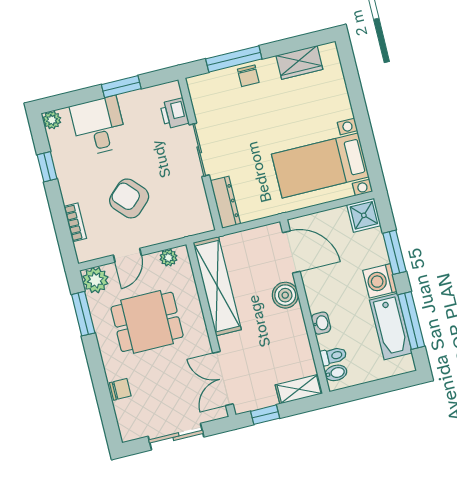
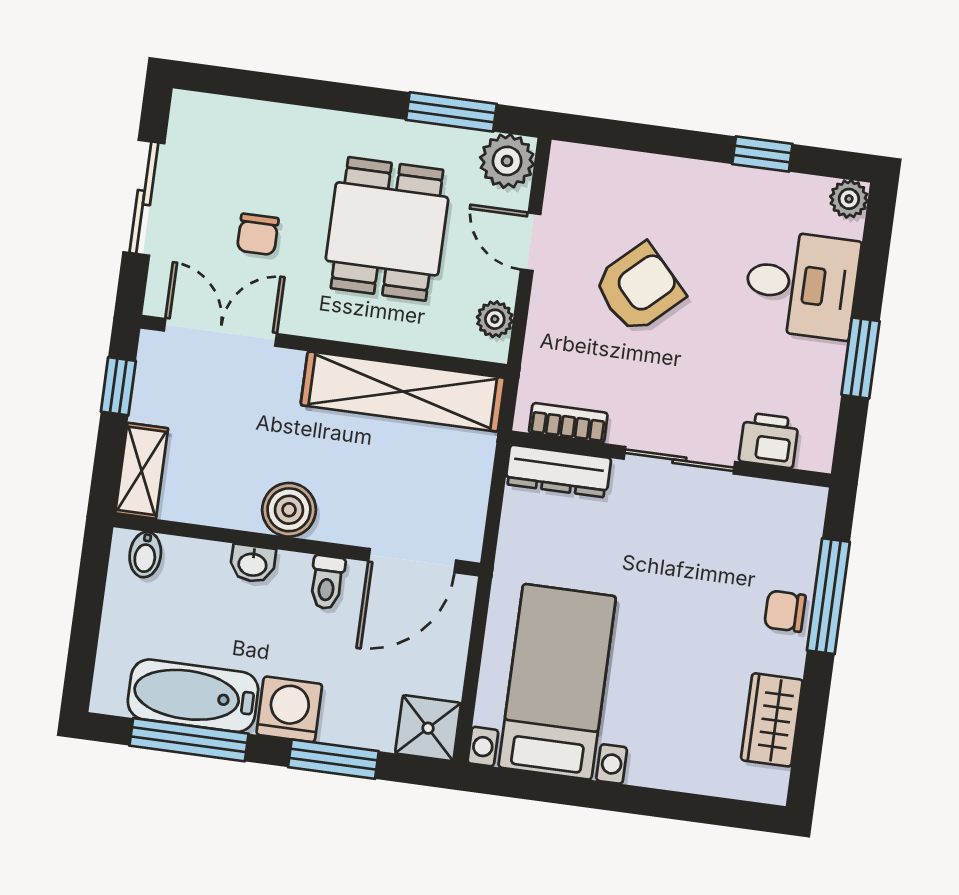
bookcase: (75, 222) -> (568, 423), moved, turned 180
boiler: (285, 295) -> (289, 510), moved
toilet: (333, 356) -> (327, 582), moved
chair: (120, 389) -> (258, 234), moved

